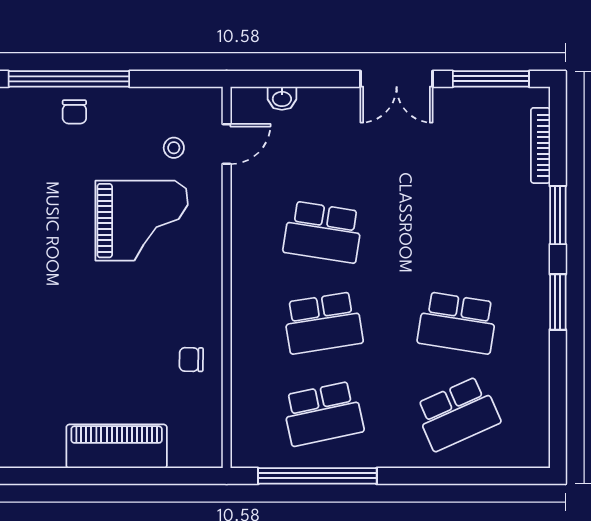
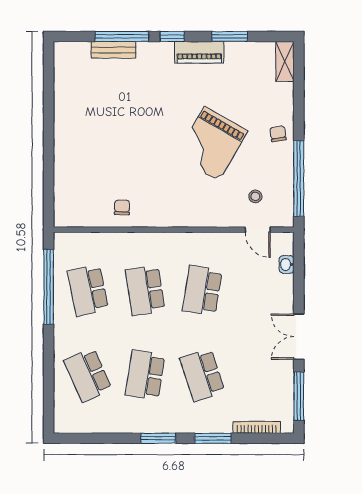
window: (69, 79) -> (299, 178), moved
chair: (74, 112) -> (278, 134), turned 81
grand piano: (142, 221) -> (212, 144), moved, turned 30
school desk: (457, 232) -> (202, 375), added
piano: (117, 446) -> (67, 160), removed

